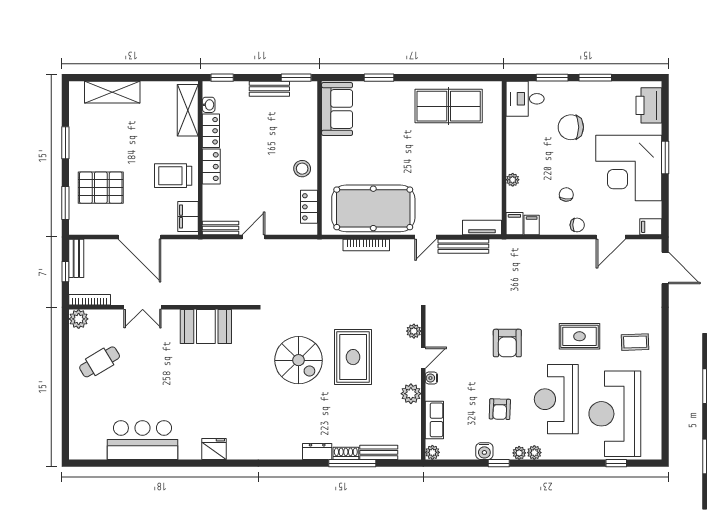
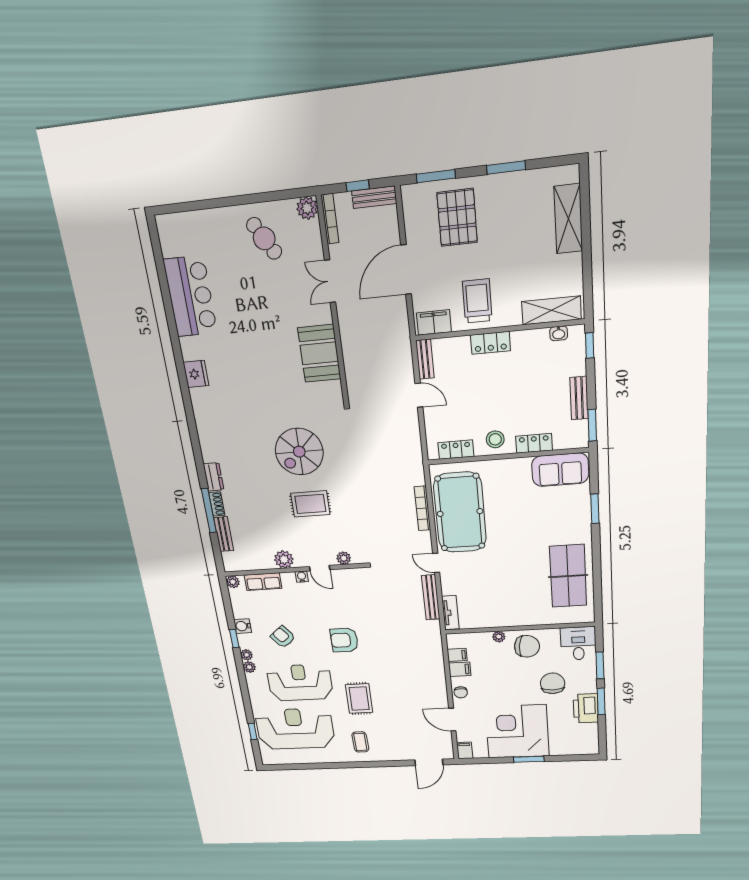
printer: (649, 105) -> (586, 708), moved, turned -90
locker: (211, 131) -> (534, 443), moved, turned 180
chair: (566, 195) -> (527, 646), moved, width x1.87, depth x1.87
filing cabinet: (514, 224) -> (460, 669), moved
rug: (353, 357) -> (310, 504), width x0.73, depth x0.70
armchair: (500, 409) -> (283, 637), turned 49

